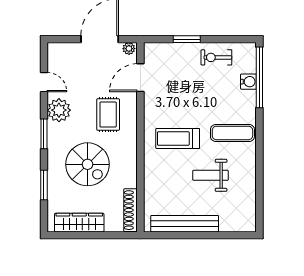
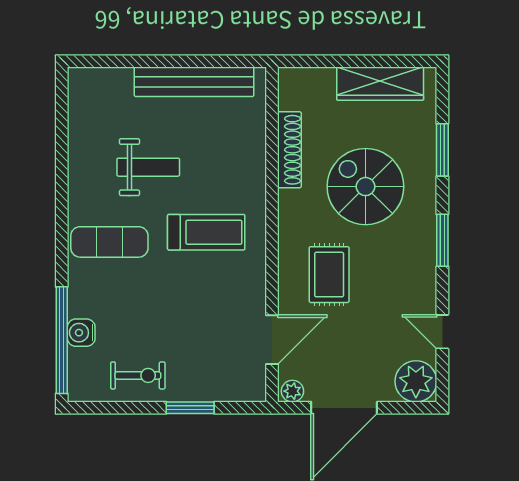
plant: (59, 110) -> (416, 381), moved
shoe rack: (131, 210) -> (289, 150), moved

